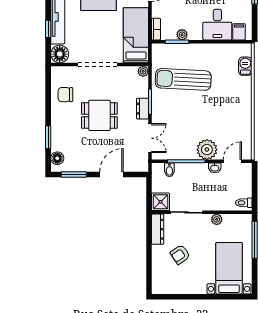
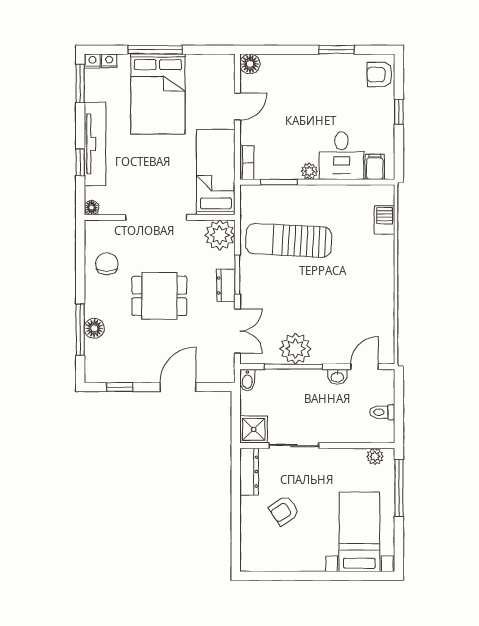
plant: (182, 35) -> (309, 171), moved
floor lamp: (60, 54) -> (92, 208), width x0.53, depth x0.53
plant: (143, 71) -> (220, 235), width x1.88, depth x1.88
chair: (65, 95) -> (107, 264), turned 90
window: (48, 137) -> (80, 330), width x1.44
plant: (207, 150) -> (296, 349), moved
floor lamp: (57, 158) -> (94, 328), moved
bidet: (169, 170) -> (247, 380), moved
window: (74, 174) -> (120, 387), width x0.67
toilet: (244, 203) -> (382, 412), moved
plant: (217, 219) -> (375, 456), moved

